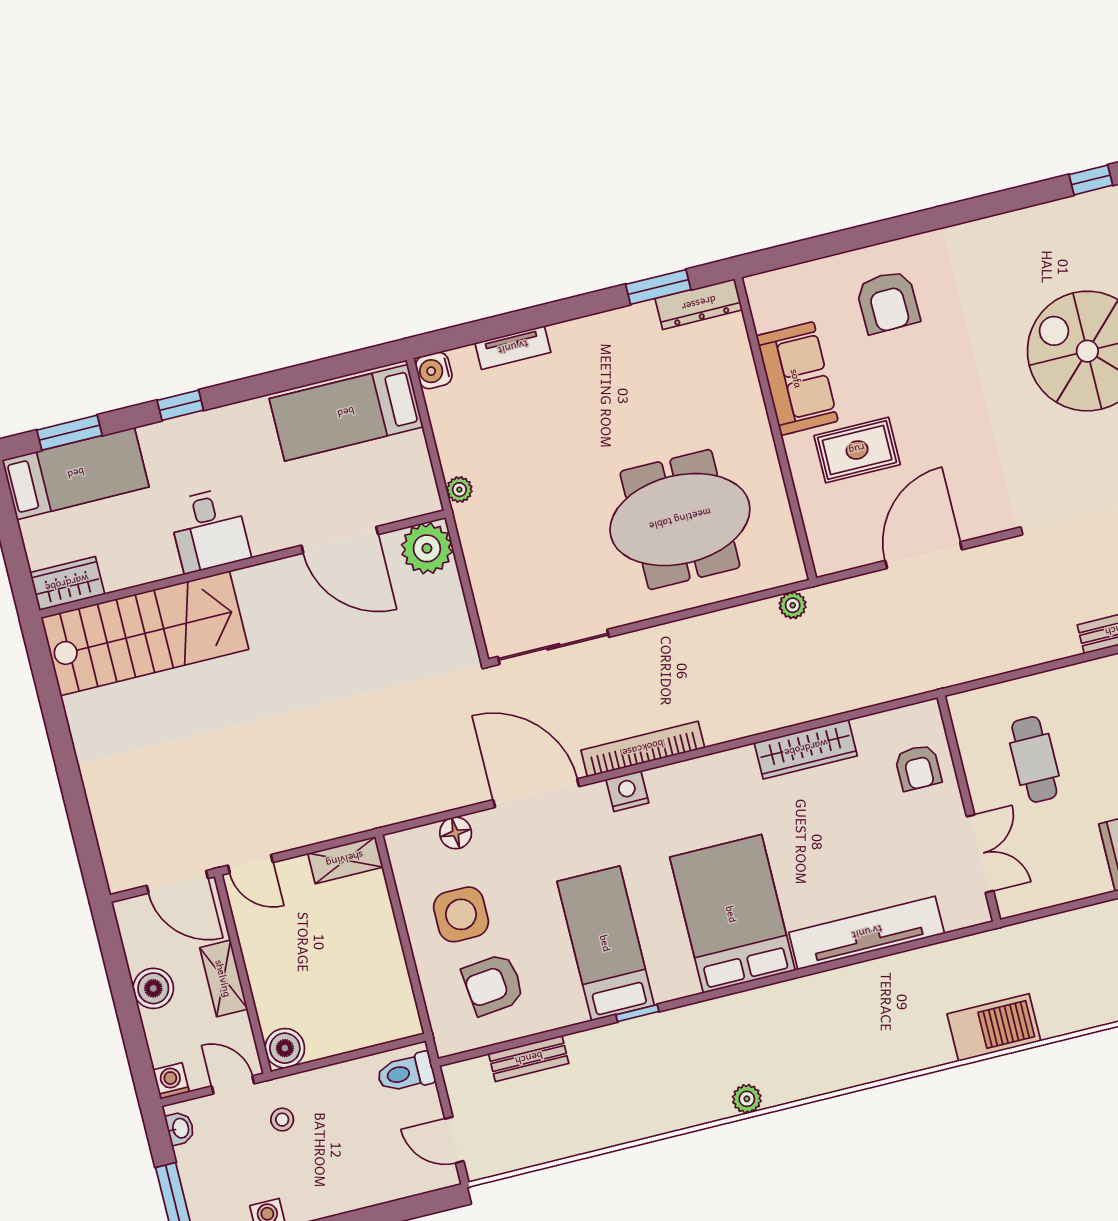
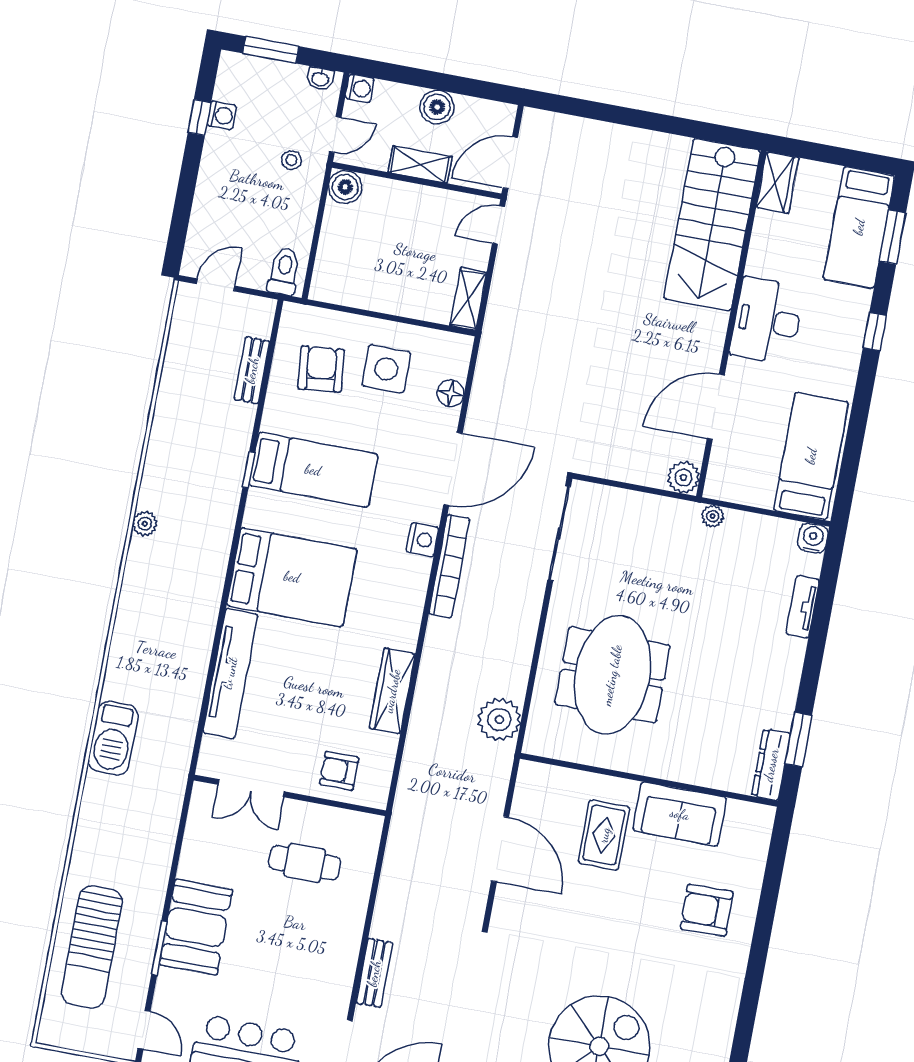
desk: (209, 530) -> (767, 321), width x1.37
plant: (427, 548) -> (683, 477), width x0.73, depth x0.73
plant: (793, 605) -> (499, 720), width x1.88, depth x1.88

